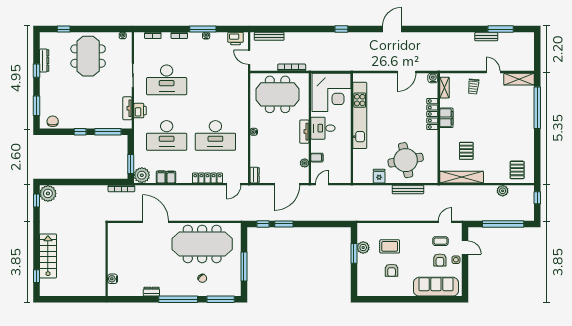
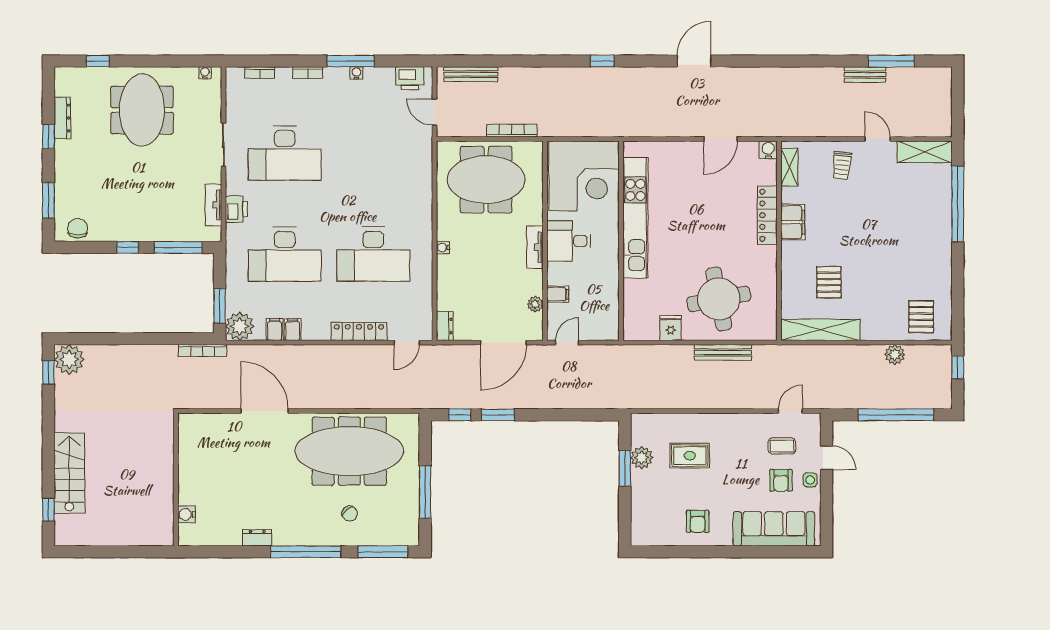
armchair: (392, 270) -> (698, 521), moved

